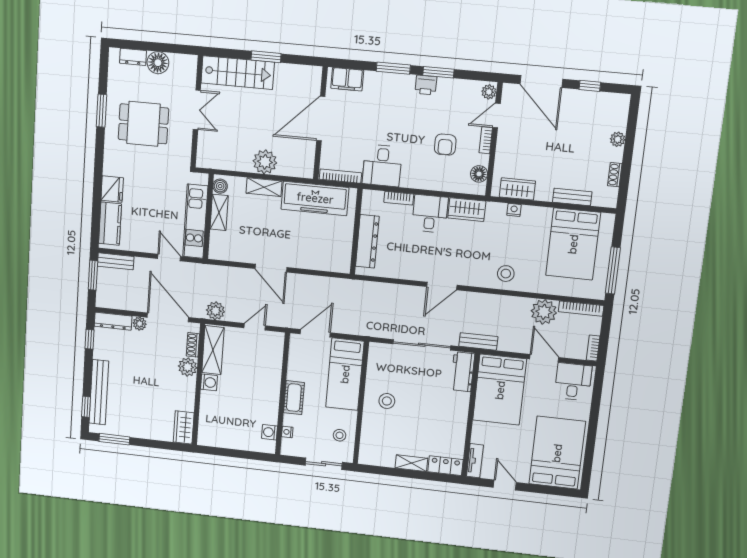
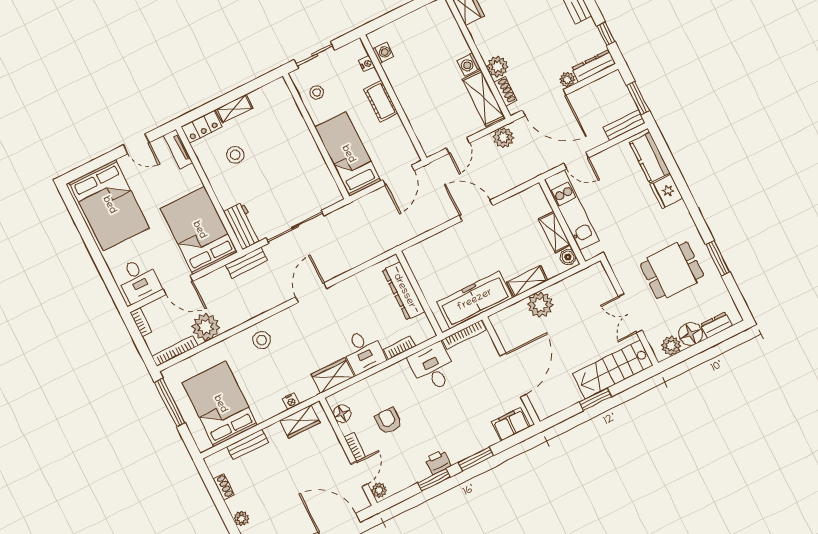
plant: (179, 63) -> (671, 346), added
stool: (387, 401) -> (235, 155), moved

